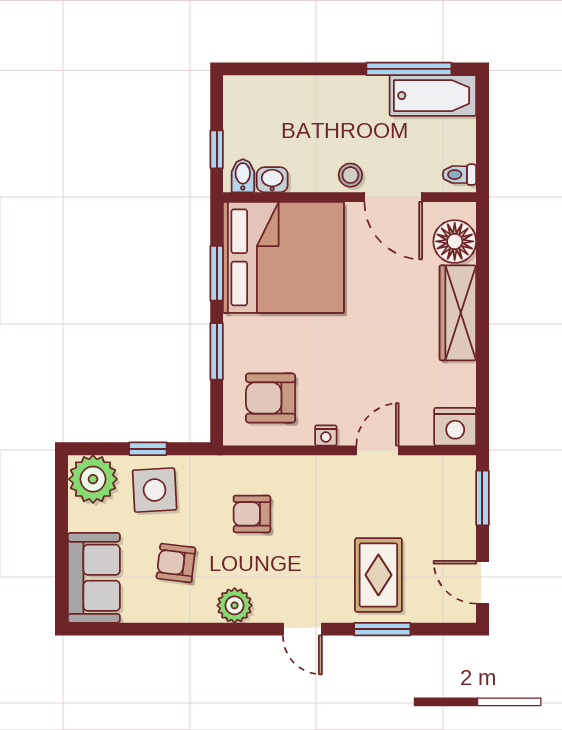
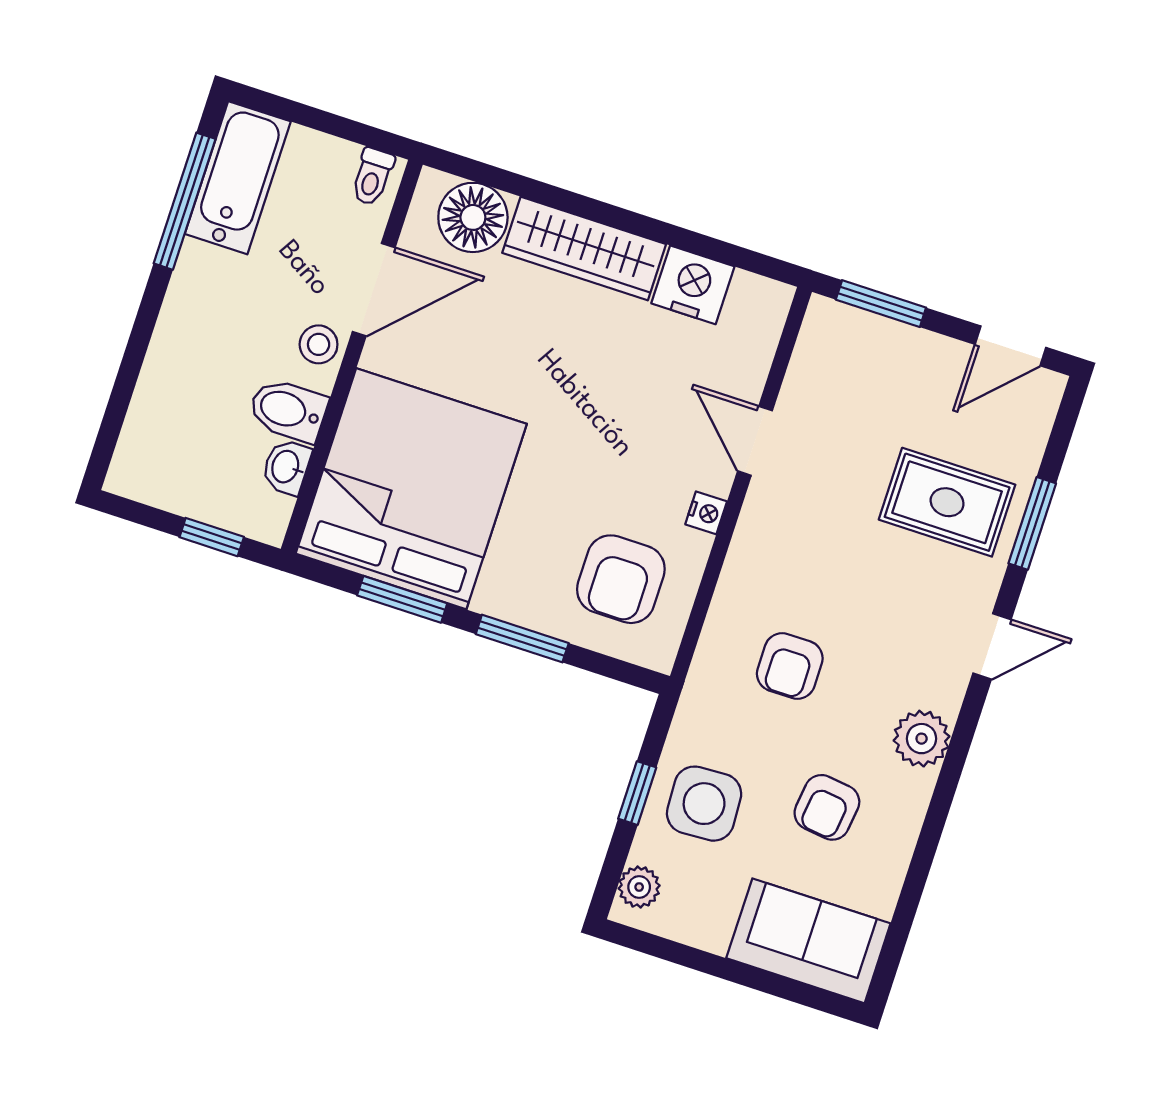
bidet: (243, 176) -> (288, 410), moved, width x1.38, depth x1.36
nightstand: (455, 427) -> (693, 285), moved, turned -90
plant: (93, 479) -> (639, 887), width x0.53, depth x0.53

